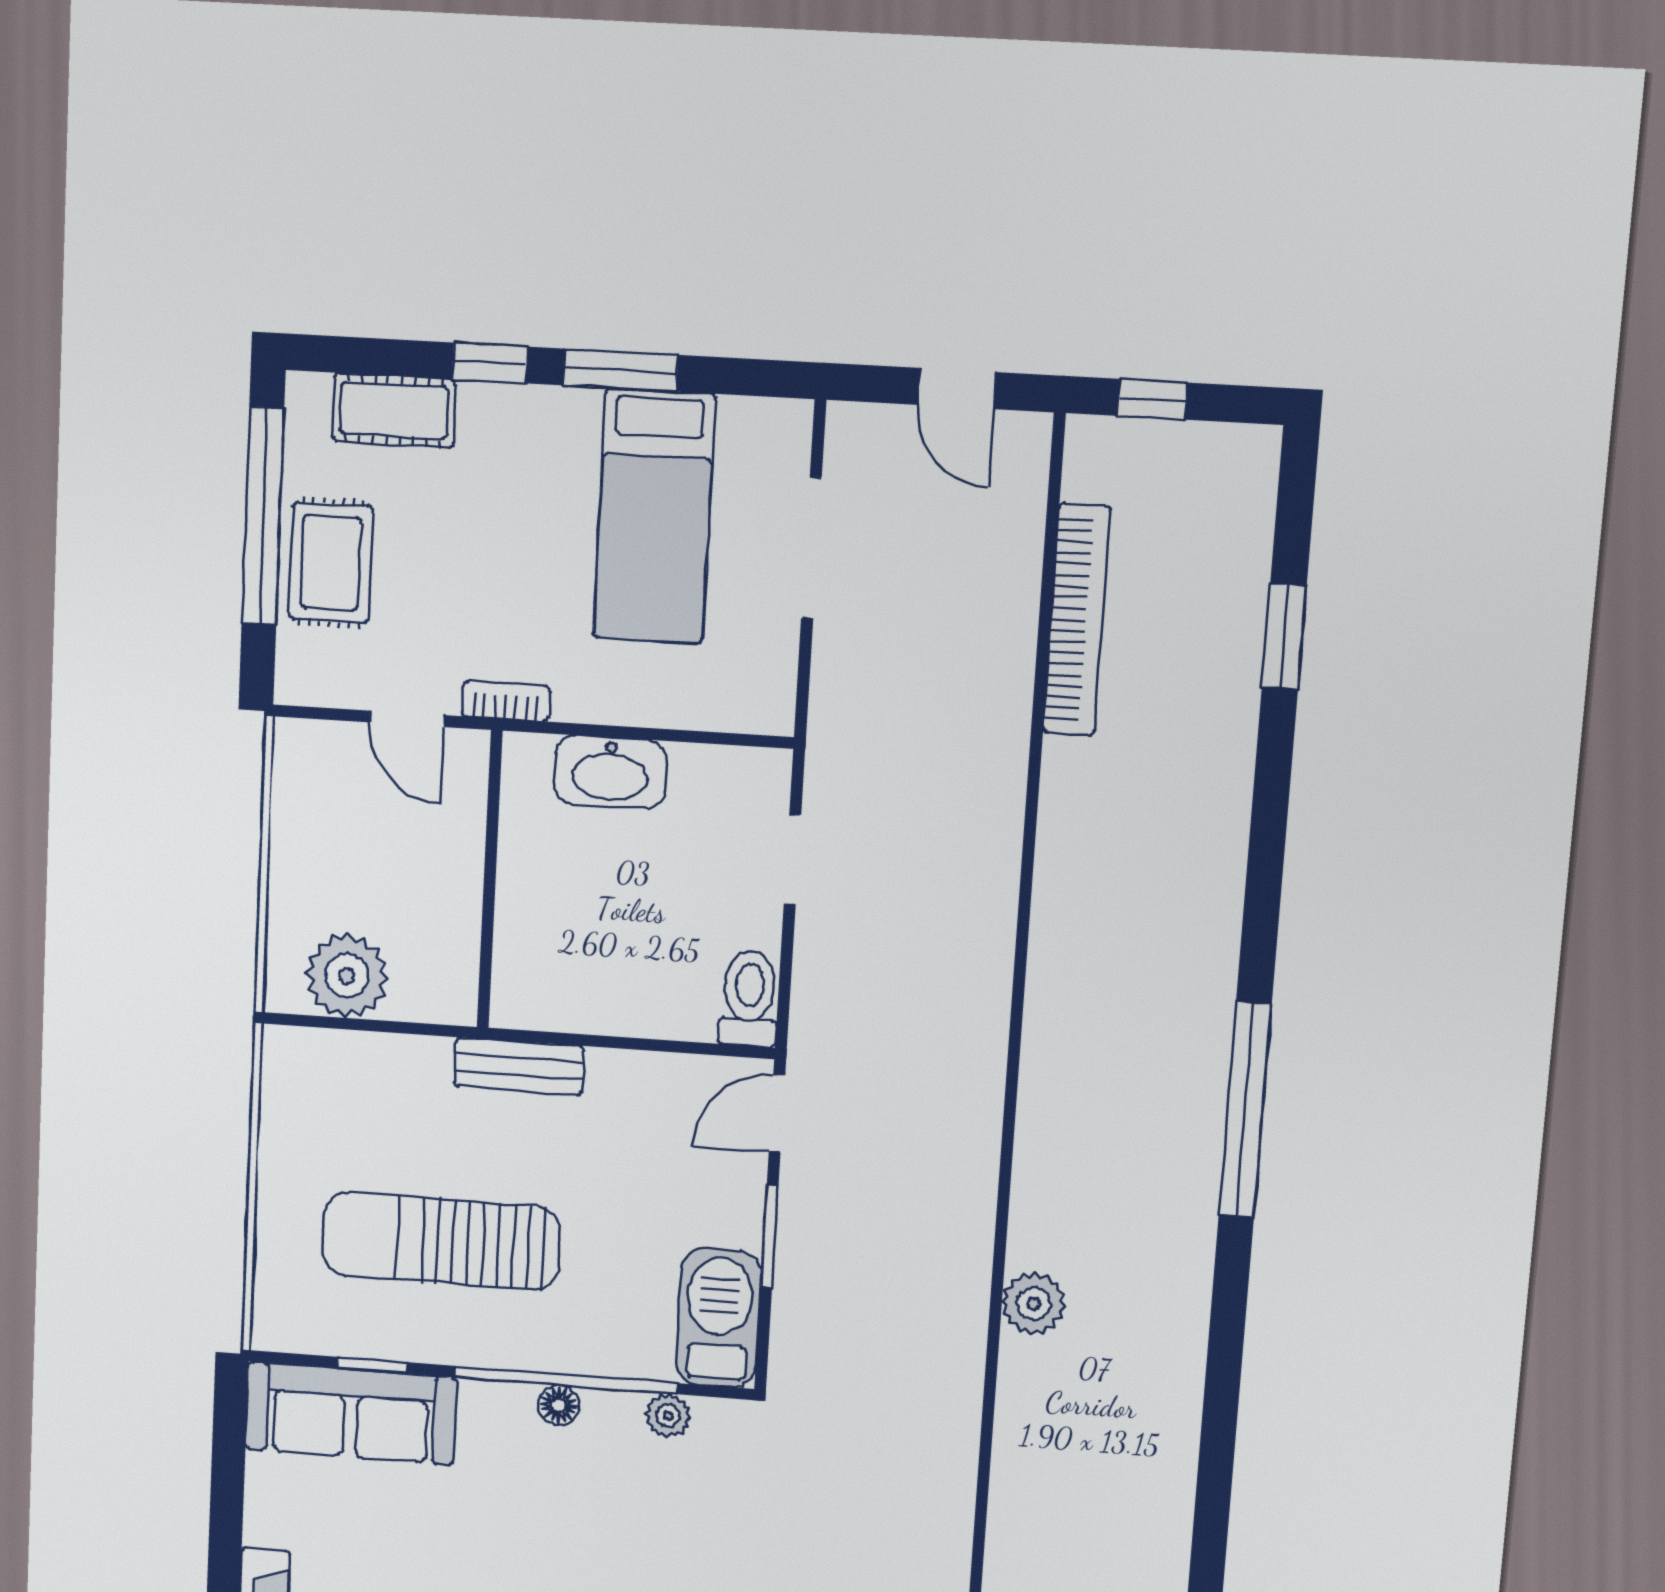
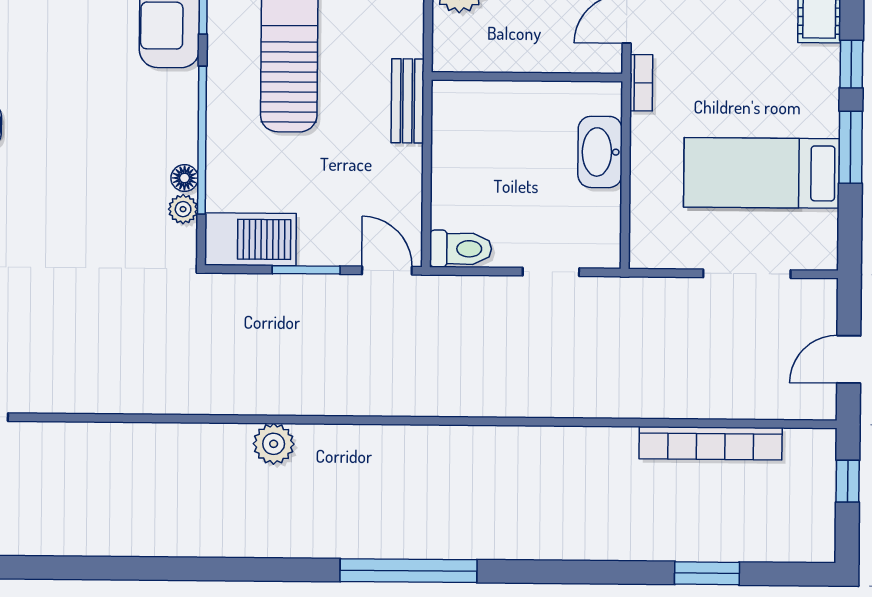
floor lamp: (559, 1405) -> (185, 178), moved

